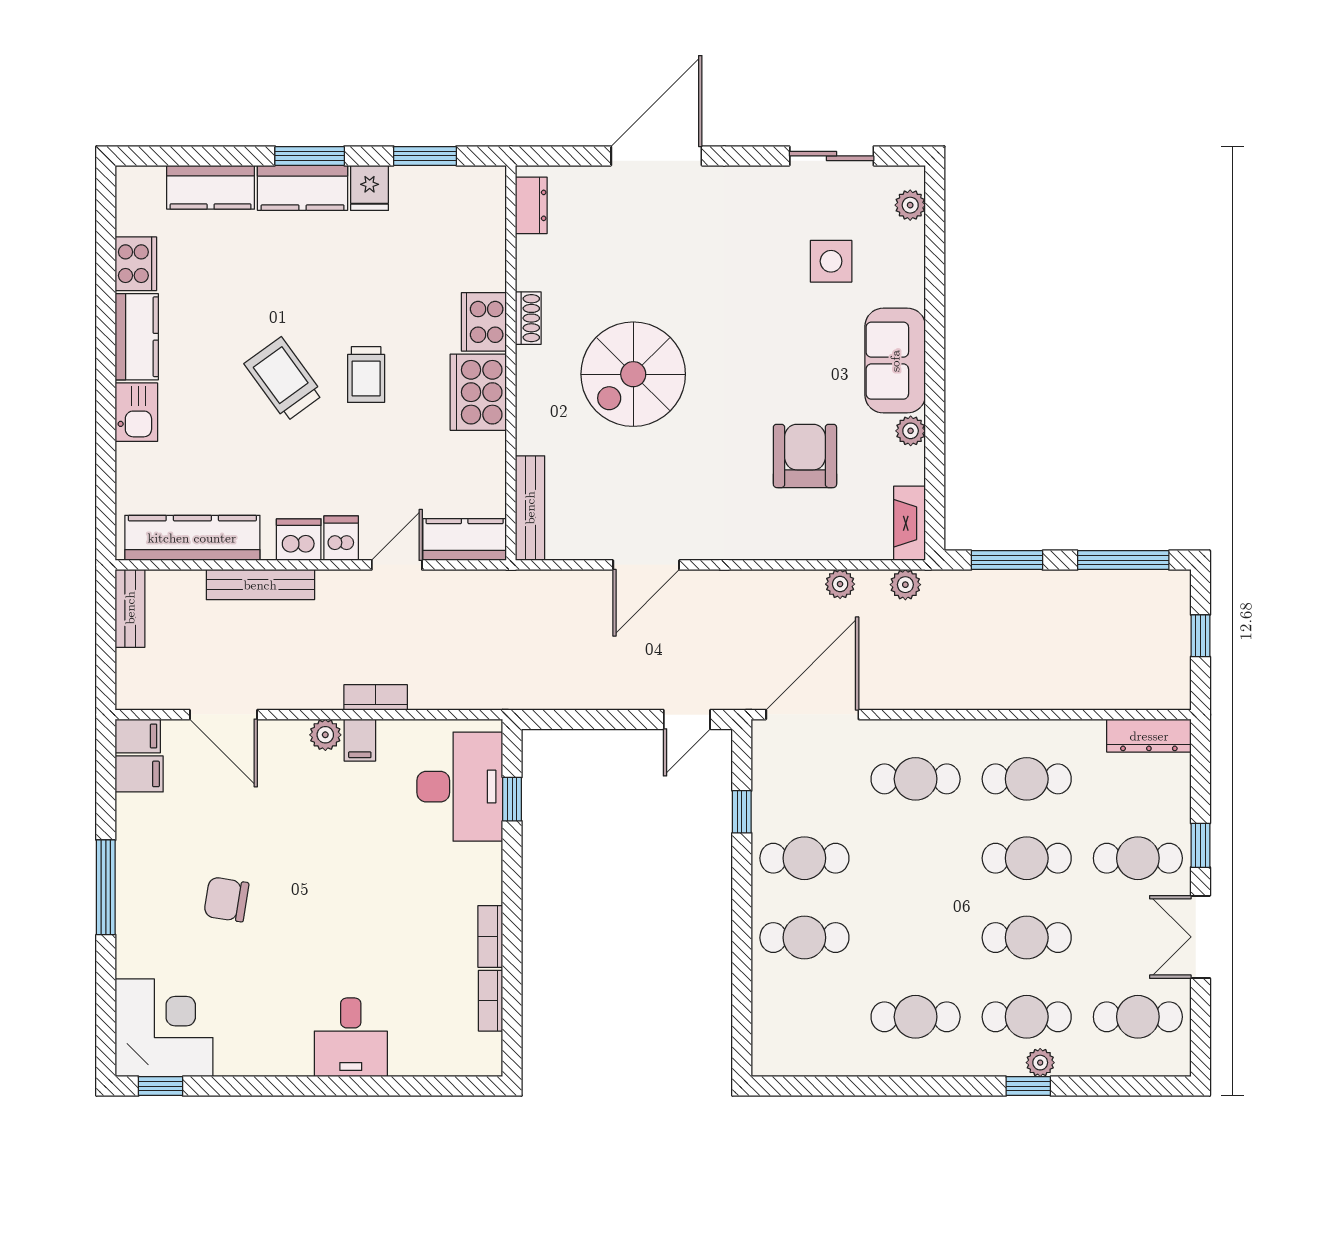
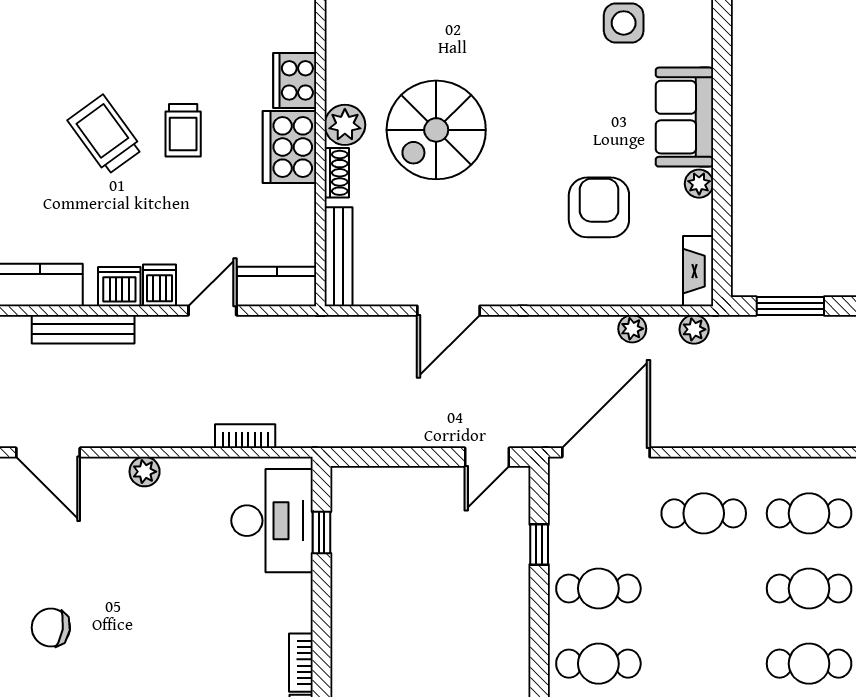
shoe rack: (528, 318) -> (337, 173), moved
plant: (537, 369) -> (345, 125), added
bookcase: (376, 697) -> (245, 436), moved
filing cabinet: (360, 740) -> (177, 477), removed

